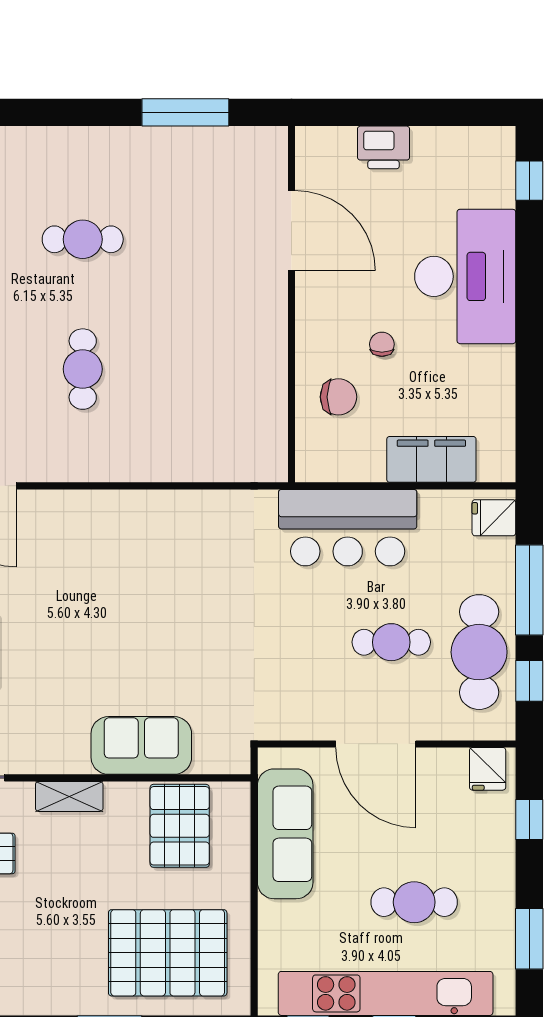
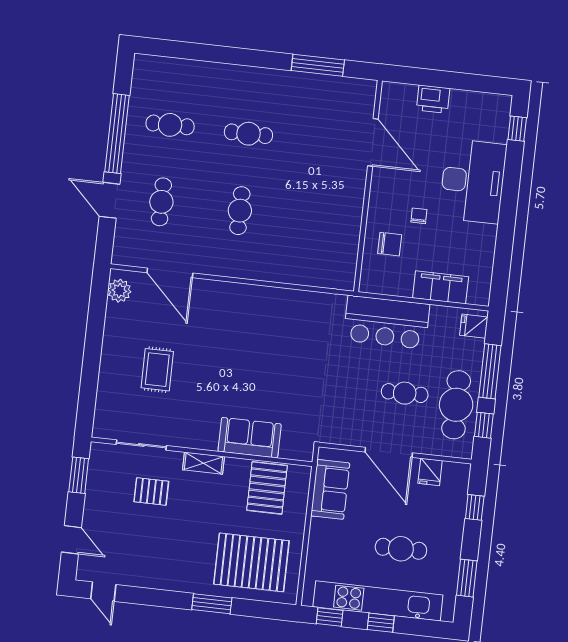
fridge: (488, 769) -> (430, 472), moved
sofa: (285, 834) -> (330, 489), width x0.73

